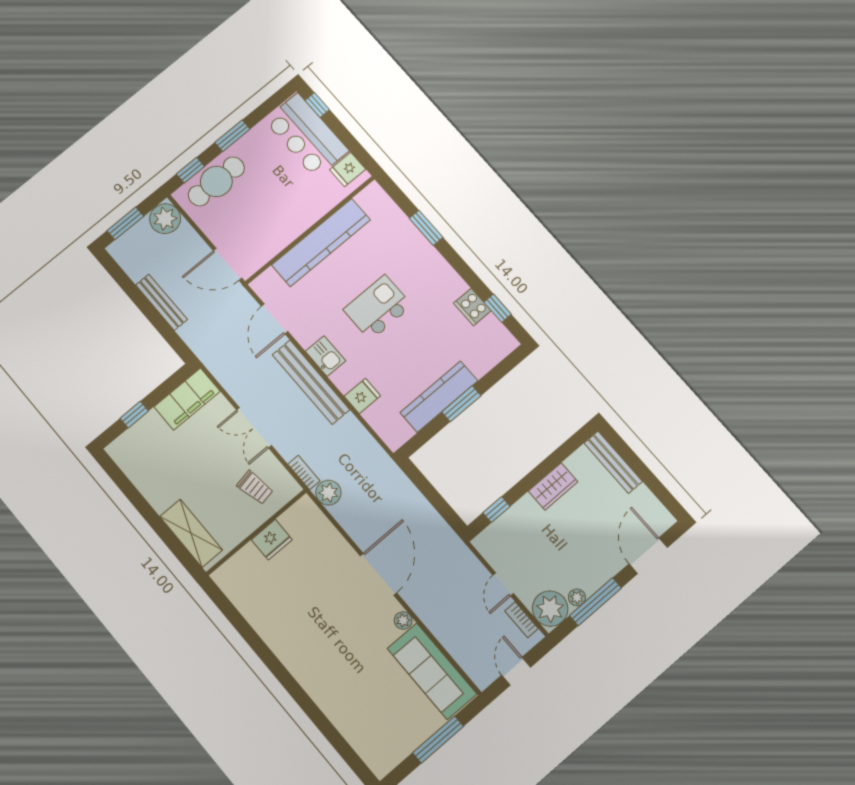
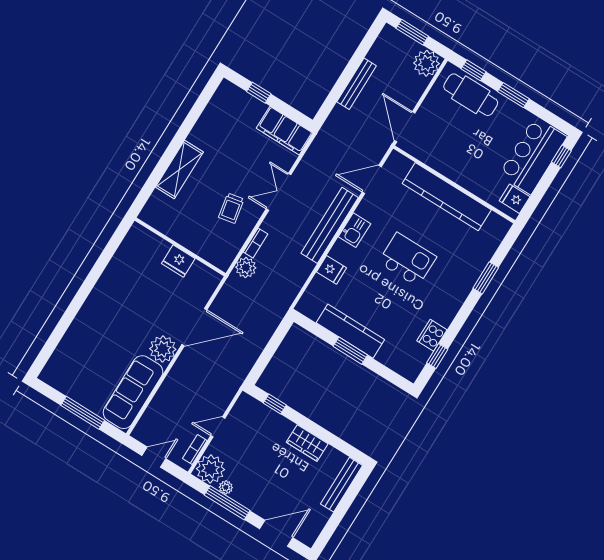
wall: (256, 532) -> (180, 247), moved
fridge: (272, 540) -> (178, 261), moved
plant: (403, 620) -> (163, 349), width x1.88, depth x1.88

